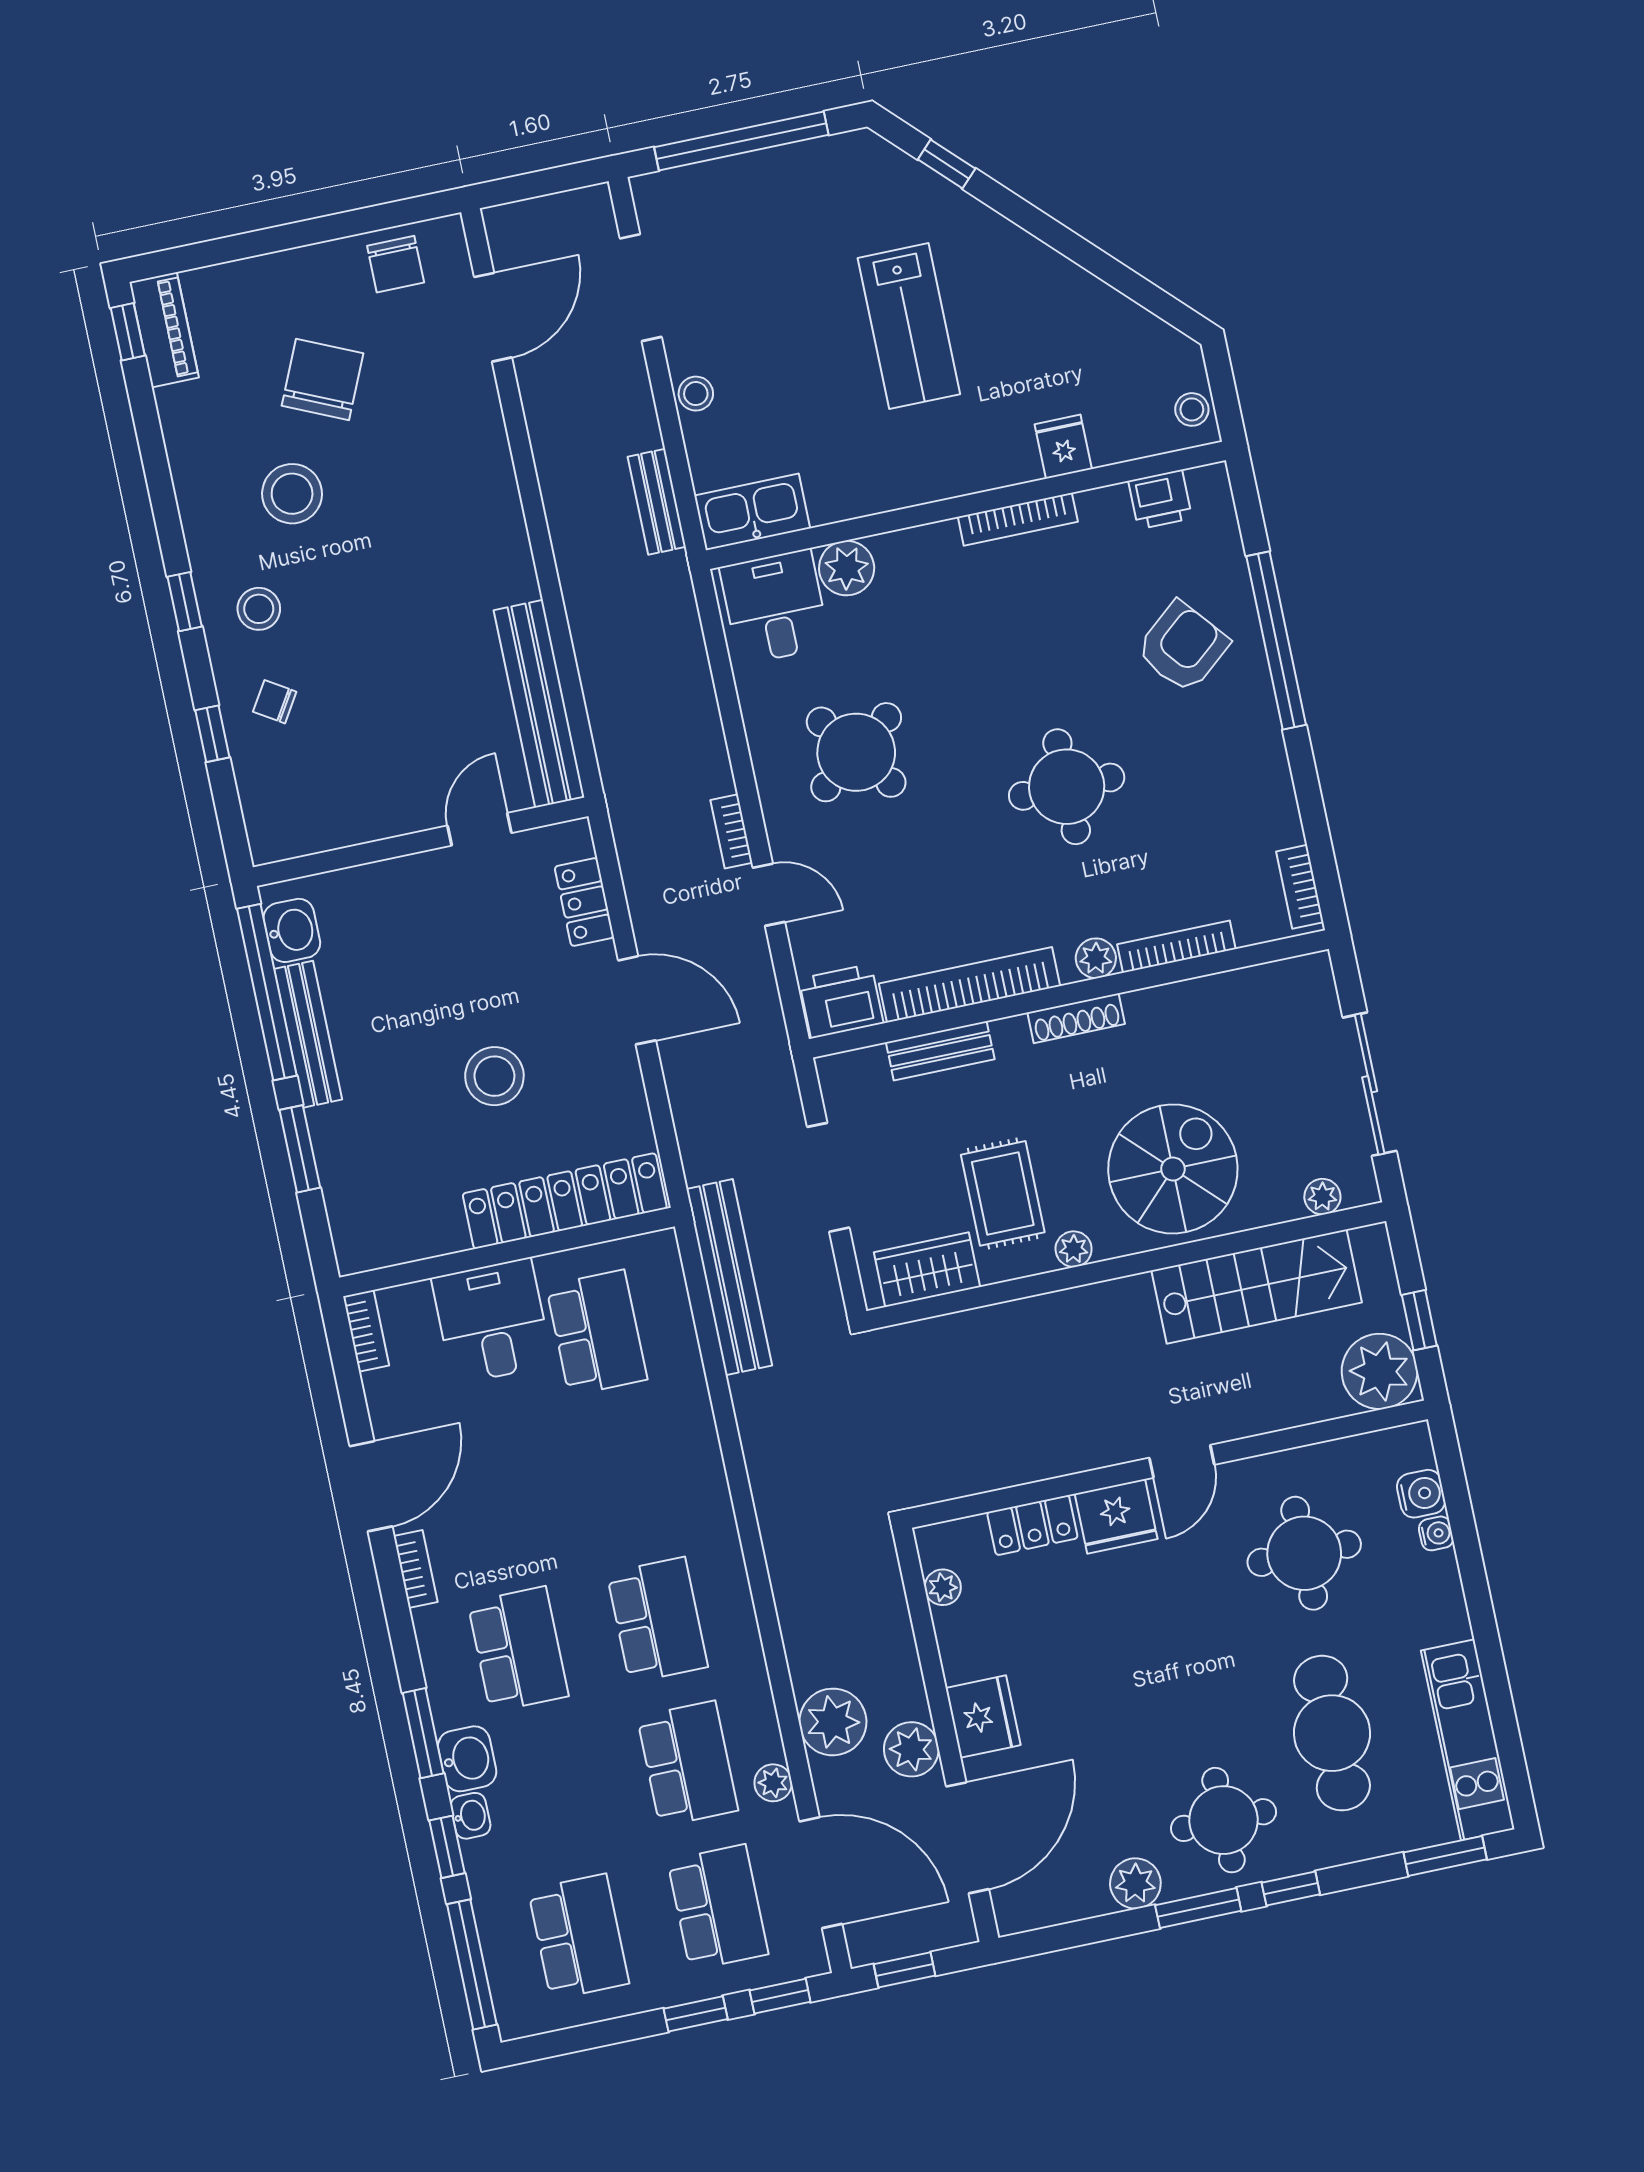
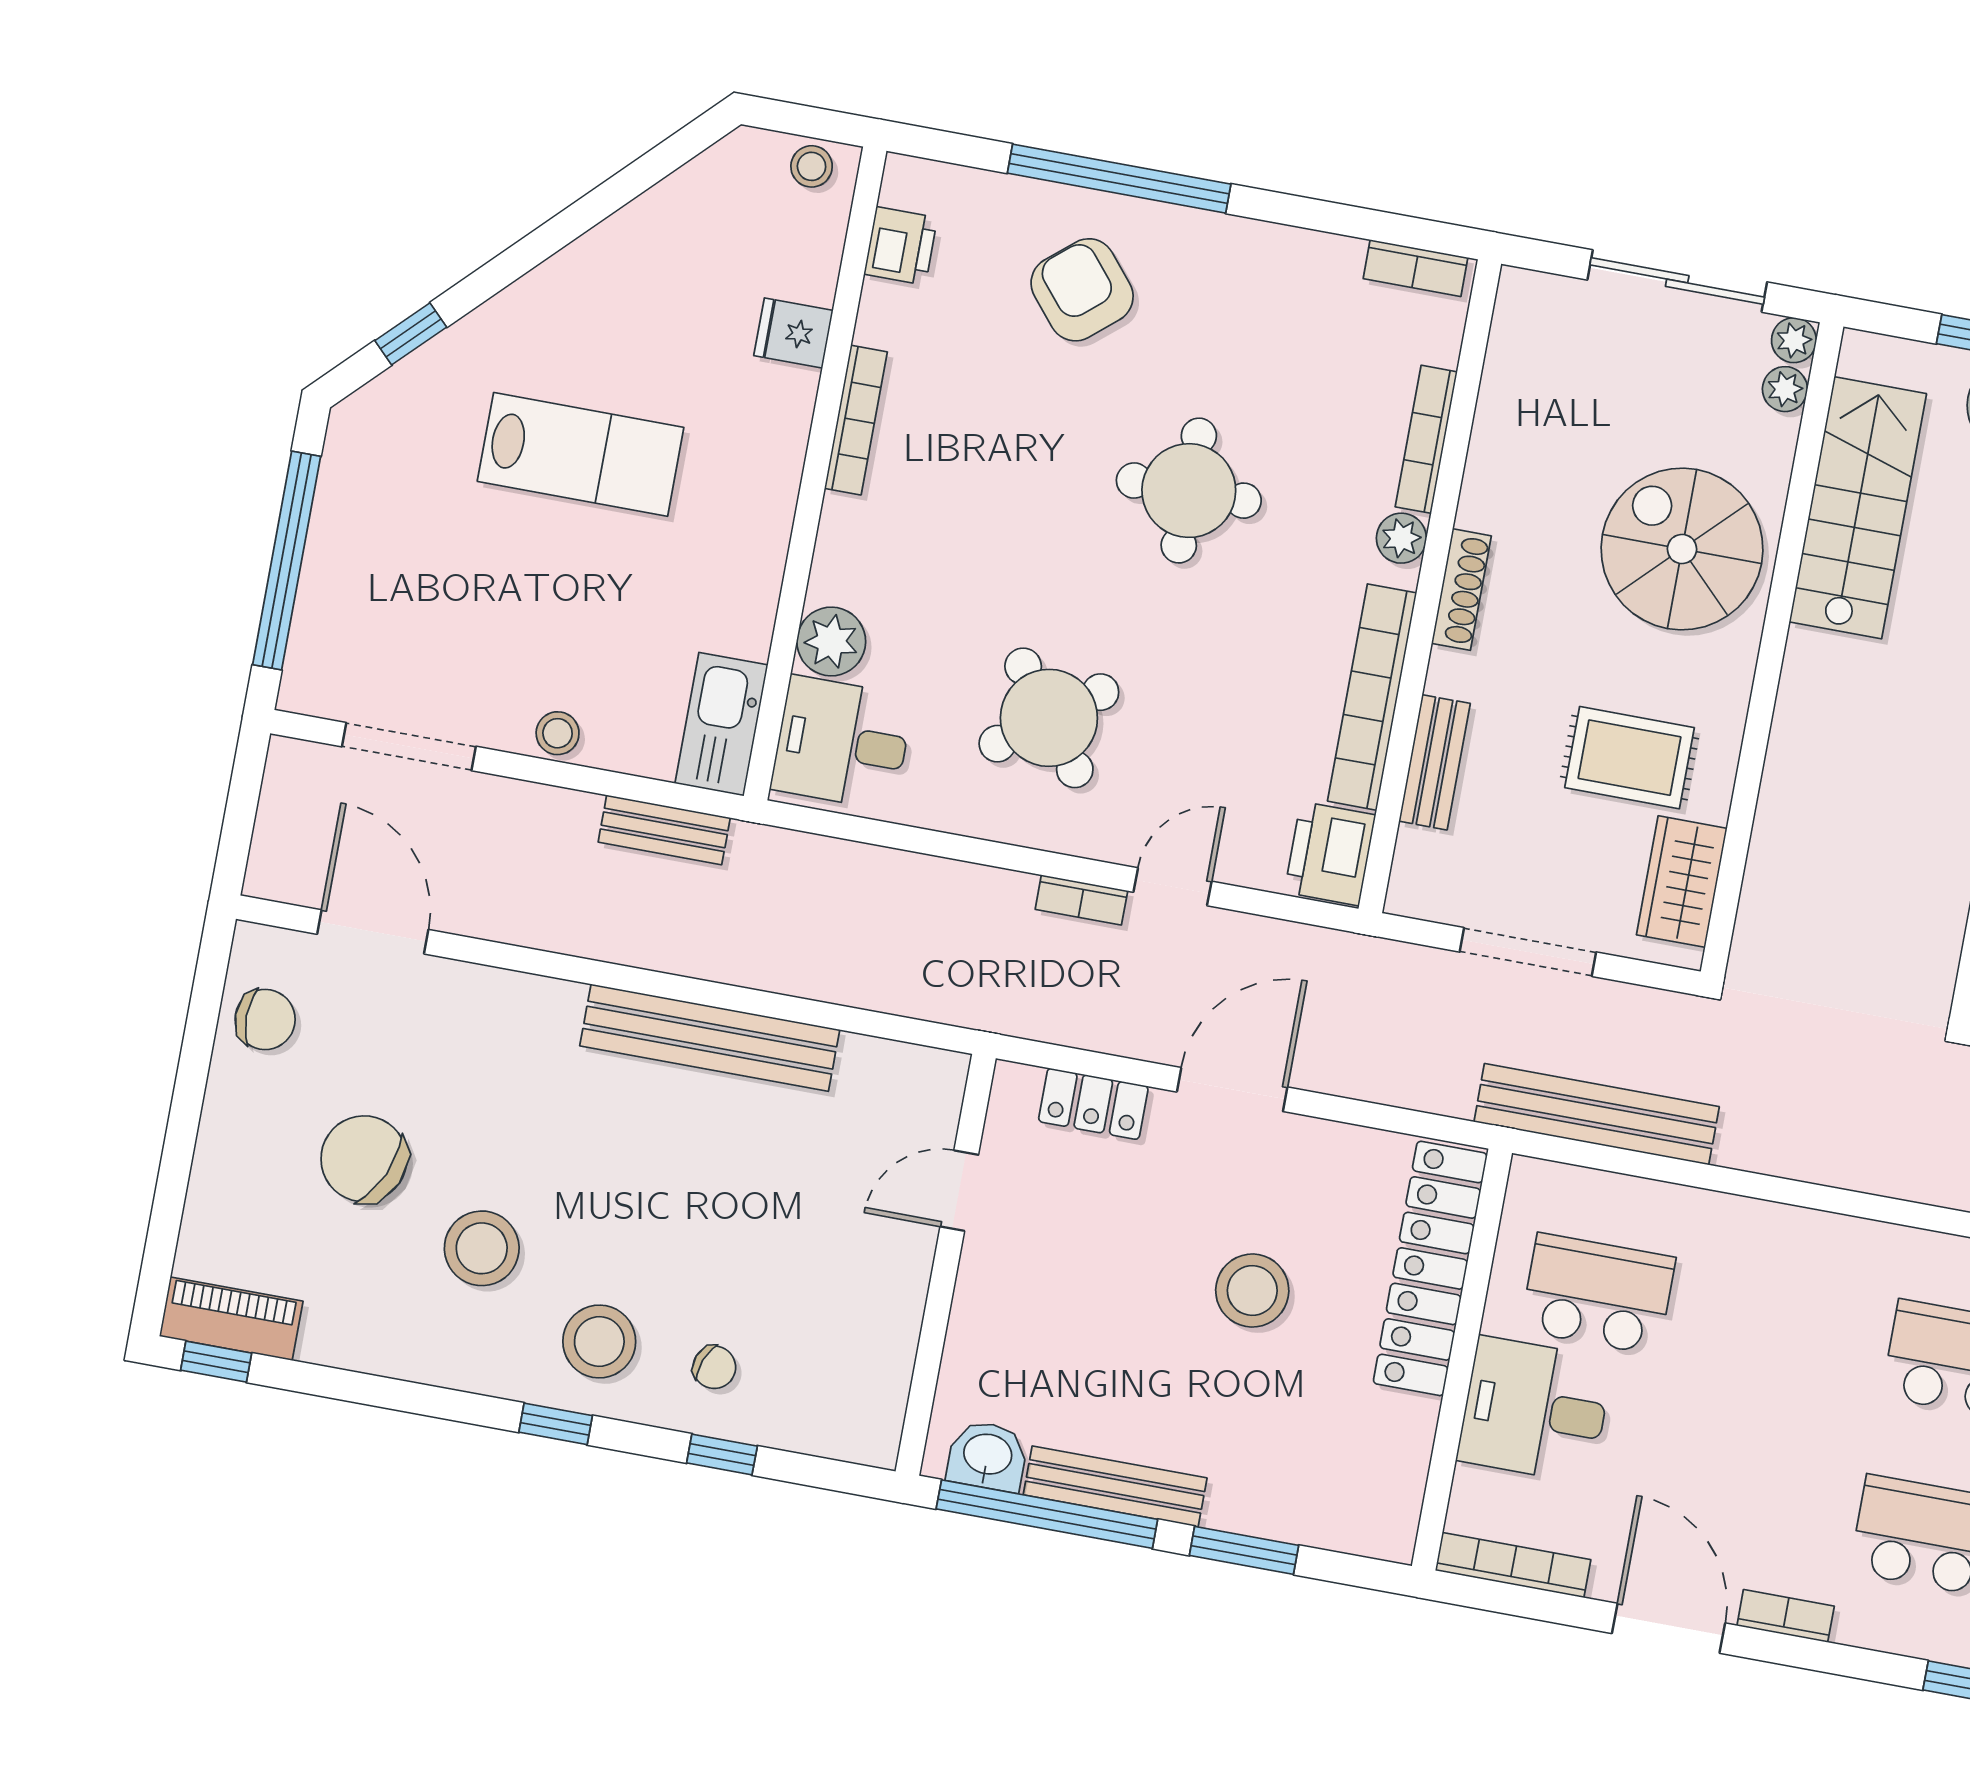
stool: (259, 609) -> (599, 1341), width x1.38, depth x1.38
chair: (275, 702) -> (714, 1367), turned -101
bench: (539, 704) -> (710, 1038), moved
door: (479, 829) -> (959, 1191), hinge flipped
plant: (1074, 1249) -> (1794, 340), moved
bookcase: (366, 1331) -> (1513, 1565), width x1.56

